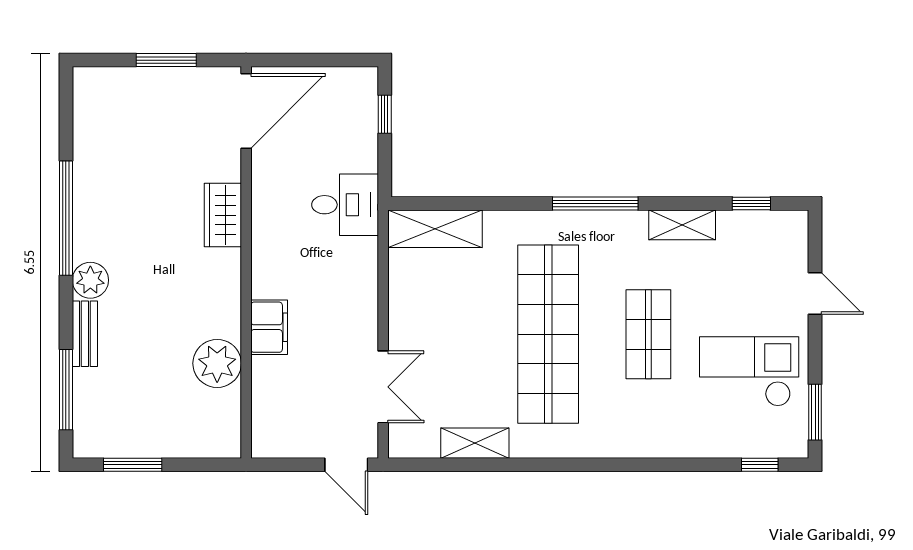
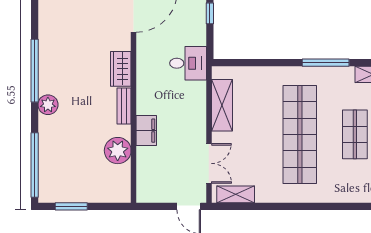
shelving: (435, 229) -> (222, 105), moved, turned 90
bench: (85, 334) -> (124, 106), moved
window: (66, 390) -> (35, 165), width x1.46
shelving: (475, 443) -> (236, 194), moved

